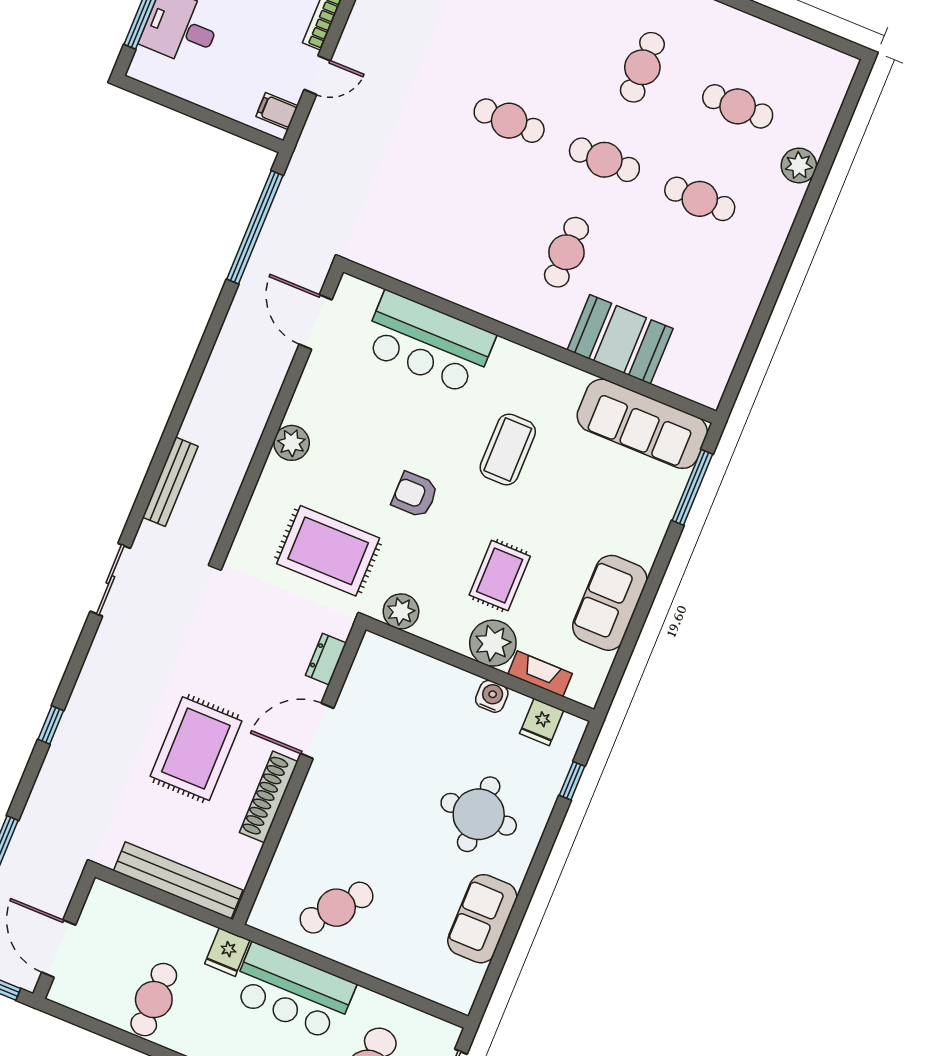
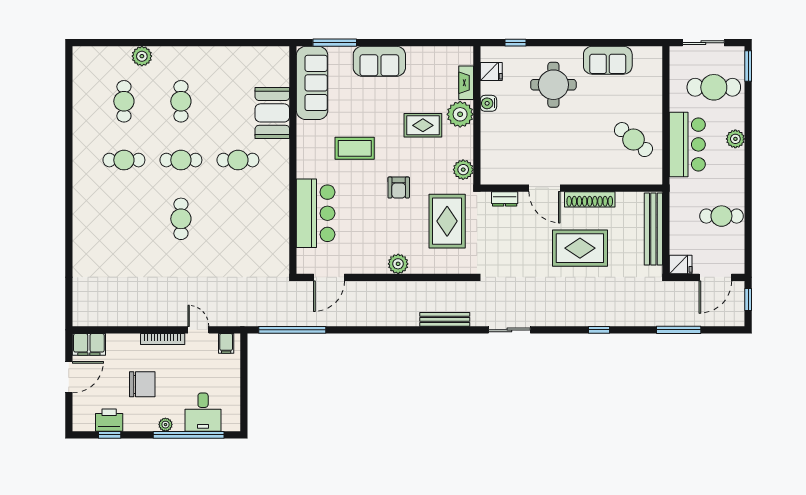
cafe table: (604, 160) -> (181, 160), turned 90
sofa: (610, 603) -> (379, 61), moved
fridge: (227, 952) -> (681, 264), moved

